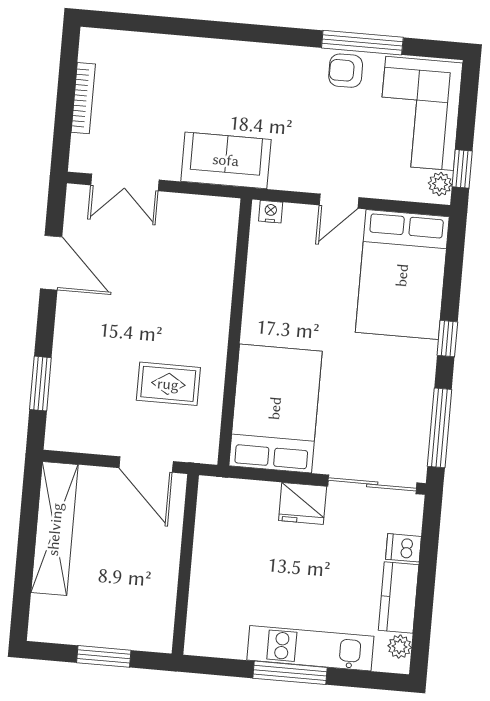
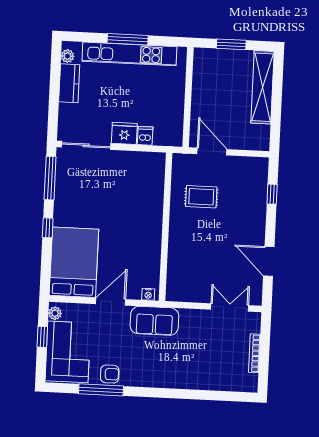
sofa: (226, 160) -> (154, 321), moved
window: (462, 169) -> (42, 337), moved
door: (339, 201) -> (111, 302), width x1.38
window: (40, 384) -> (272, 194), width x0.67
bed: (275, 408) -> (141, 185), removed
shelving: (55, 529) -> (262, 87), moved
dishwasher: (403, 548) -> (145, 136), moved, turned -90
kitchen unit: (310, 648) -> (129, 54), width x1.36

